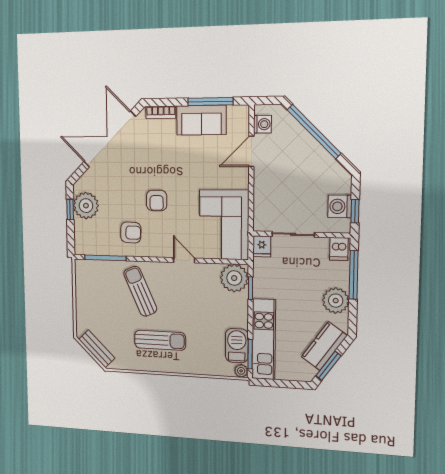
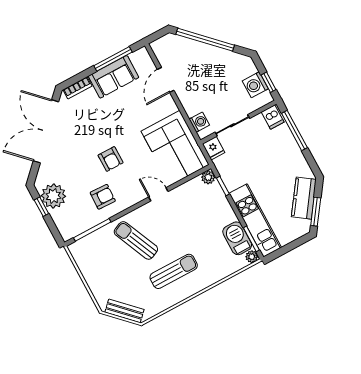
washing machine: (262, 124) -> (199, 122), moved
plant: (234, 278) -> (208, 177), width x0.53, depth x0.53
plant: (336, 301) -> (292, 158), removed

